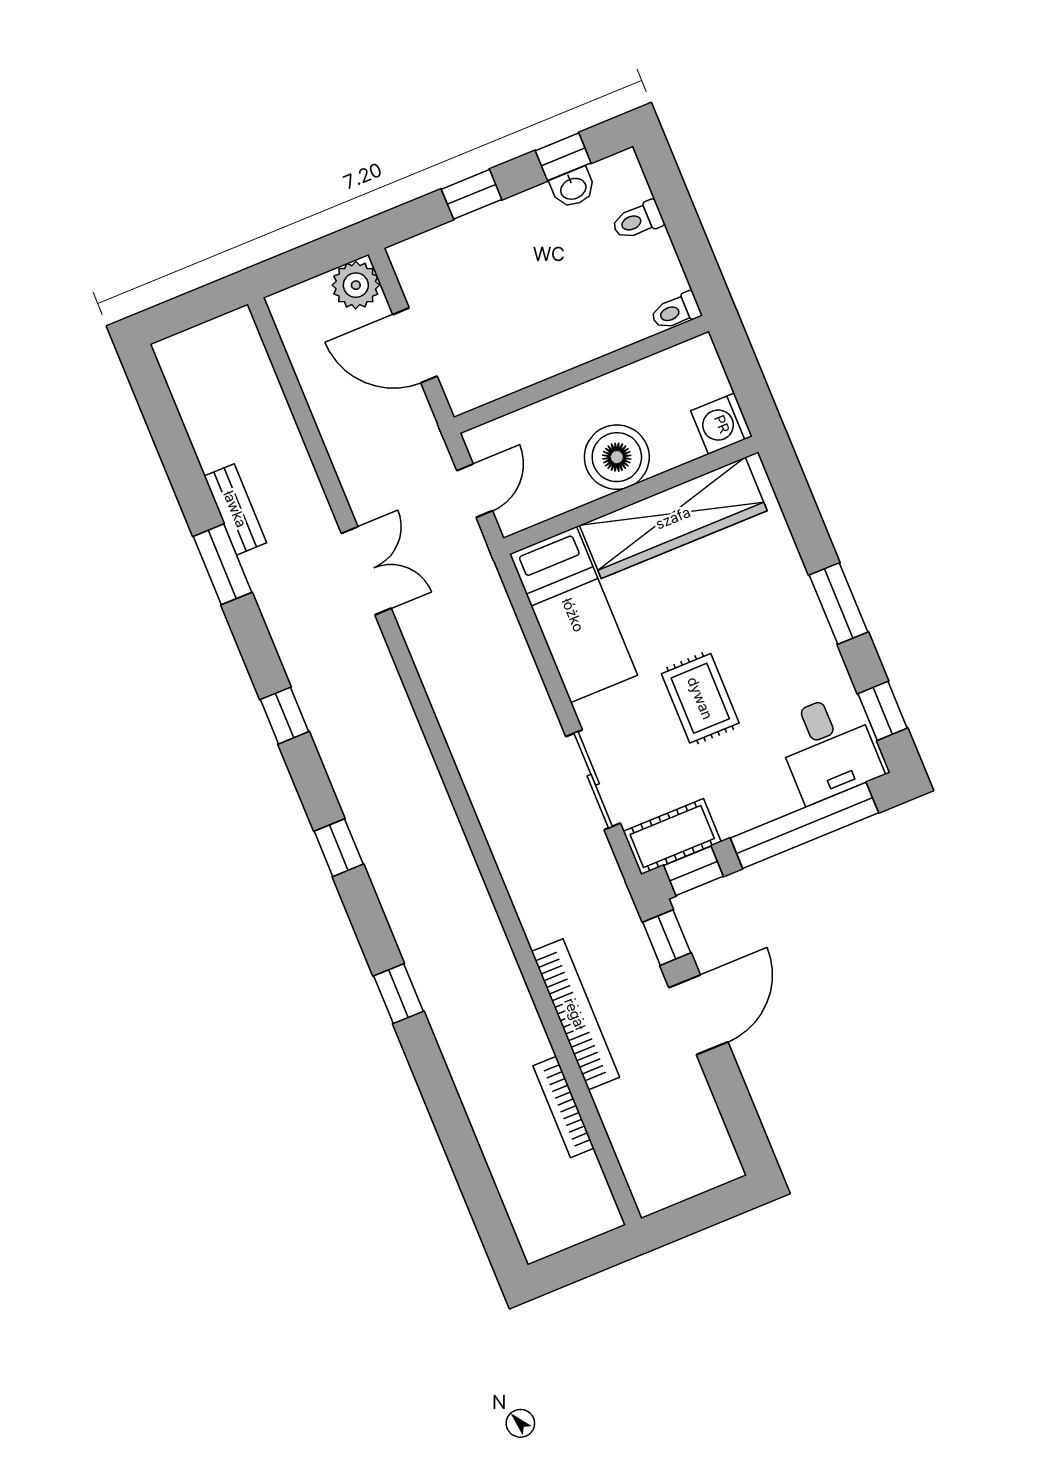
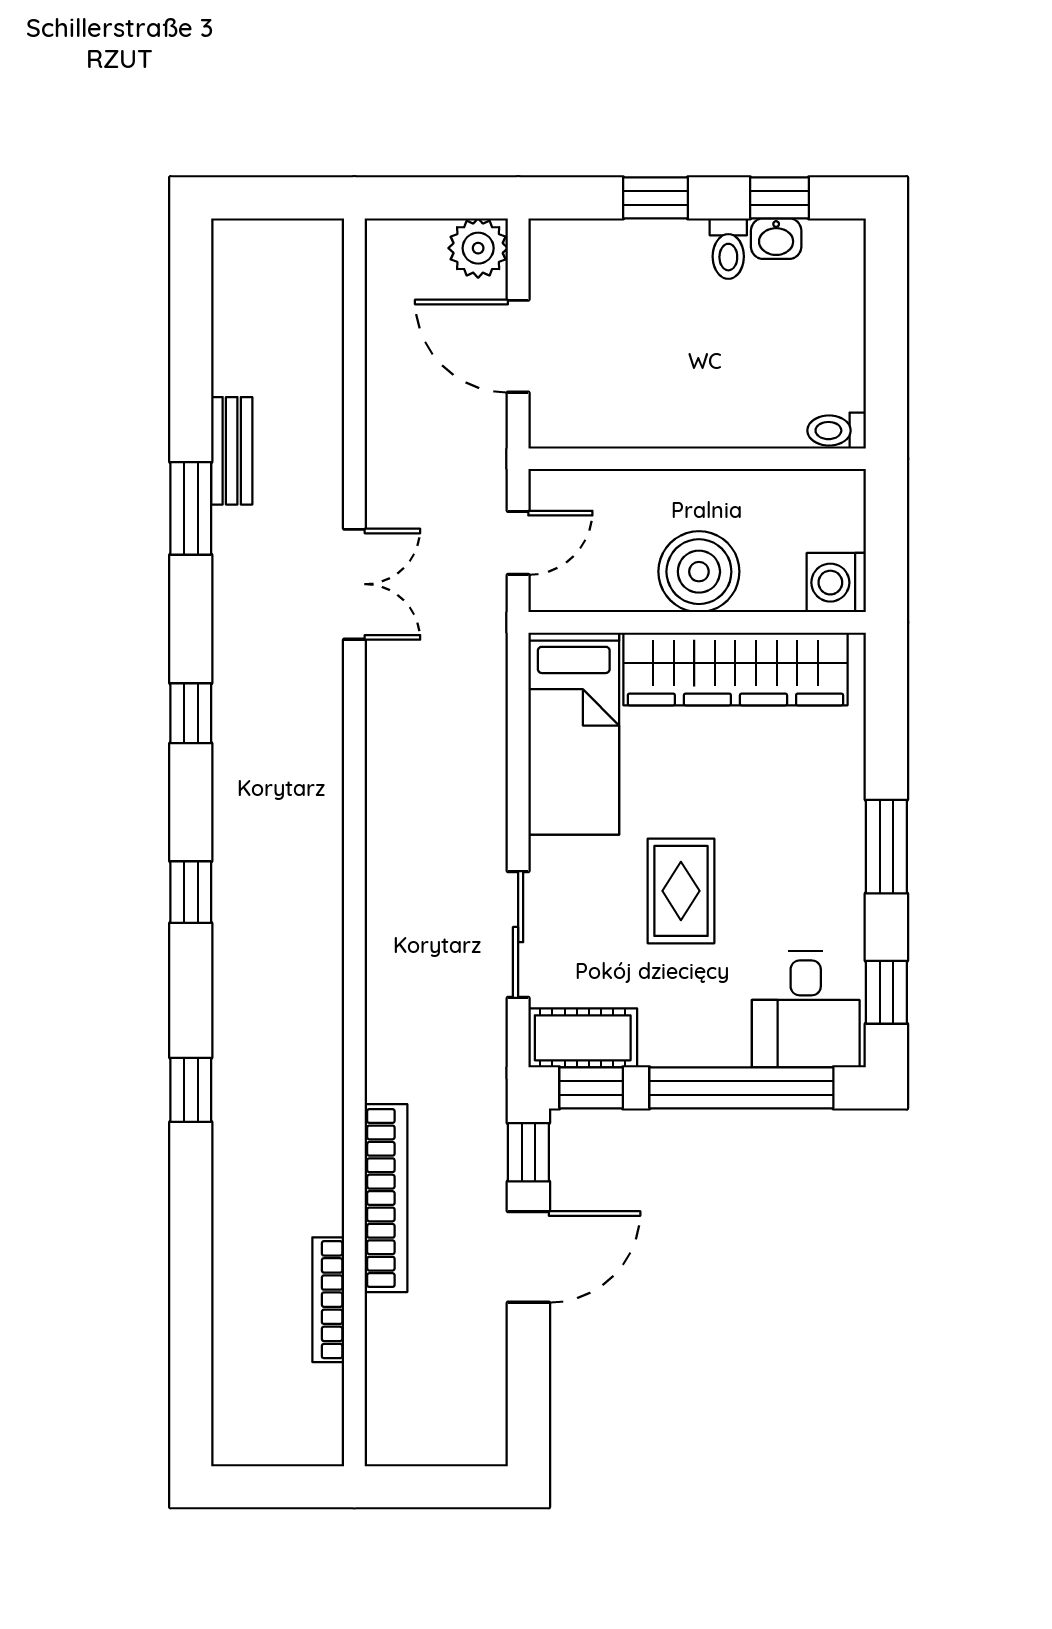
toilet: (638, 220) -> (728, 249), moved, turned -90

